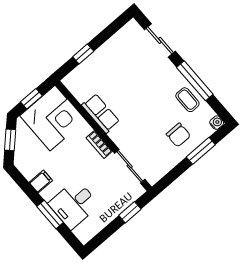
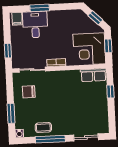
row of seats: (100, 113) -> (93, 75), moved
chair: (178, 135) -> (29, 92), moved
filing cabinet: (41, 182) -> (17, 19), moved

